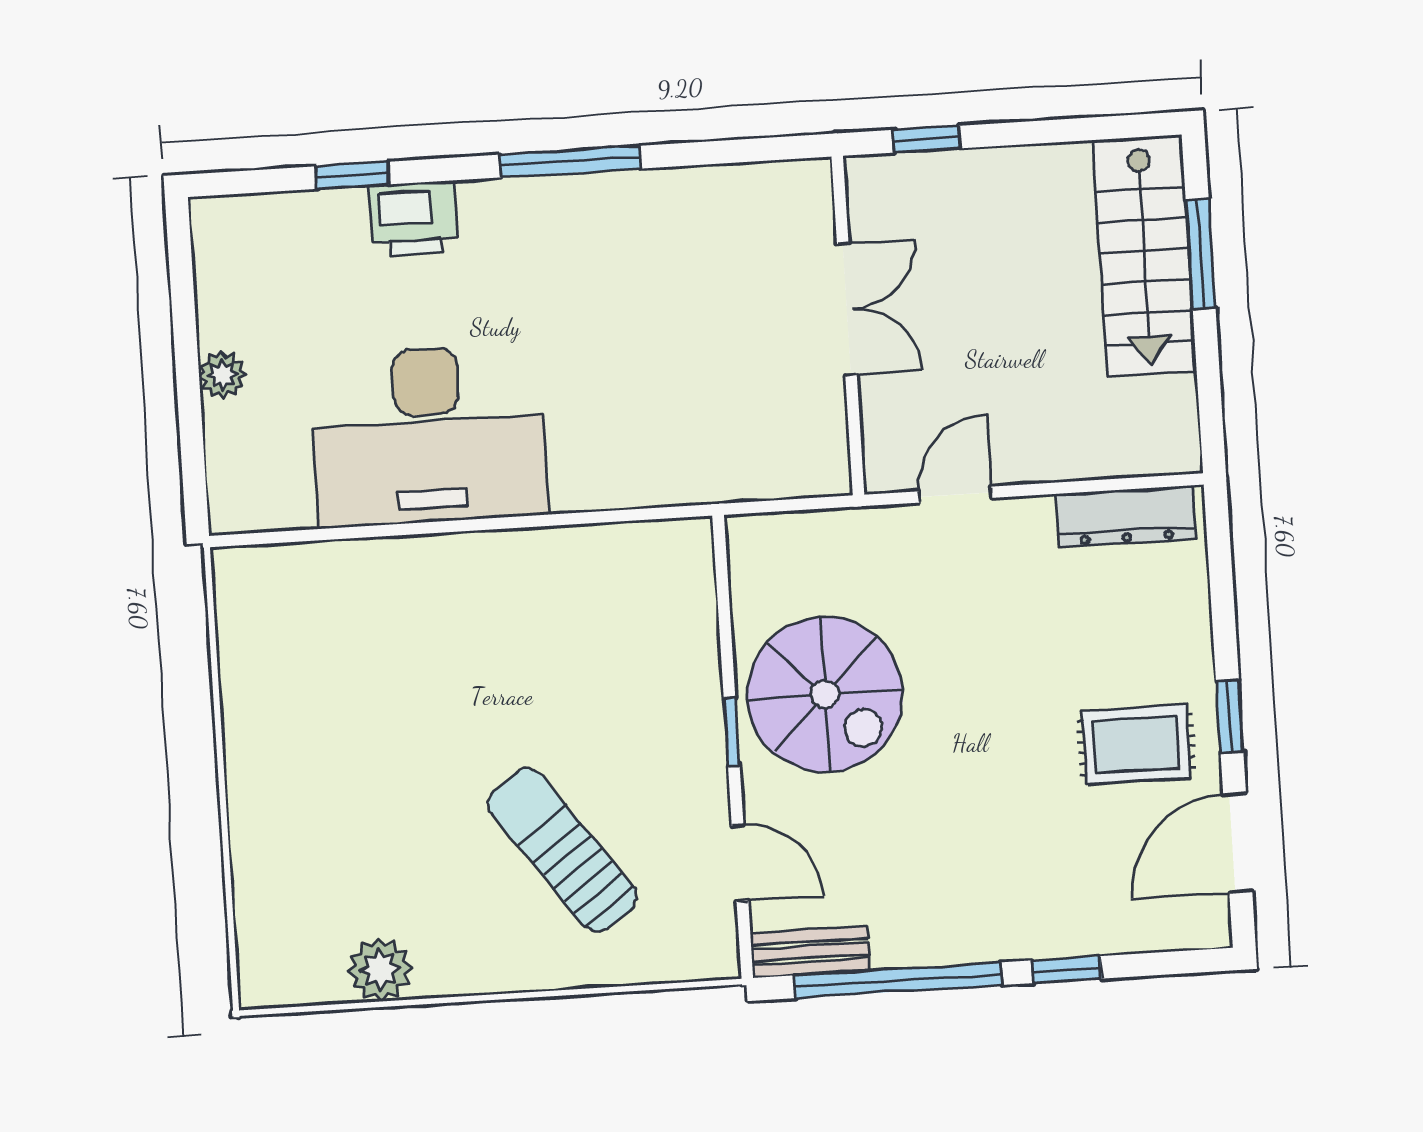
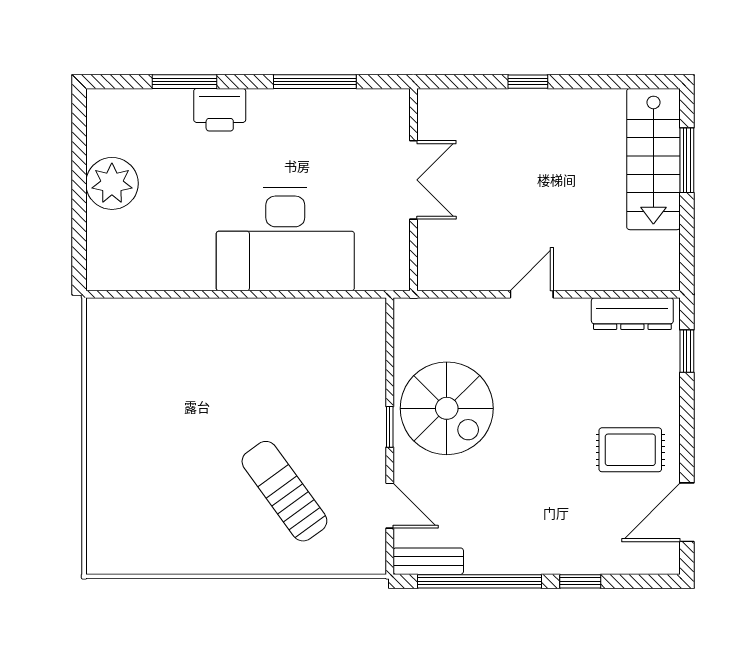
window: (352, 175) -> (184, 82), width x1.50
double door: (847, 309) -> (413, 180), moved
wall: (848, 326) -> (413, 190), moved
plant: (222, 375) -> (112, 183), width x1.88, depth x1.88
desk: (429, 435) -> (285, 239), moved
window: (1230, 716) -> (687, 351), moved
plant: (380, 969) -> (171, 555), removed

